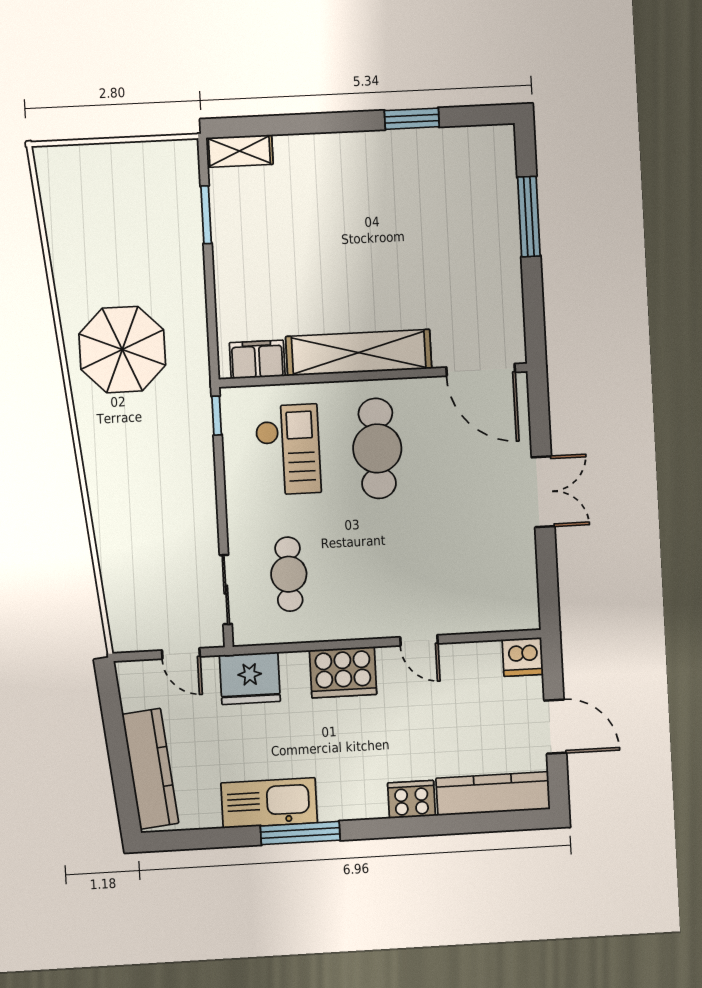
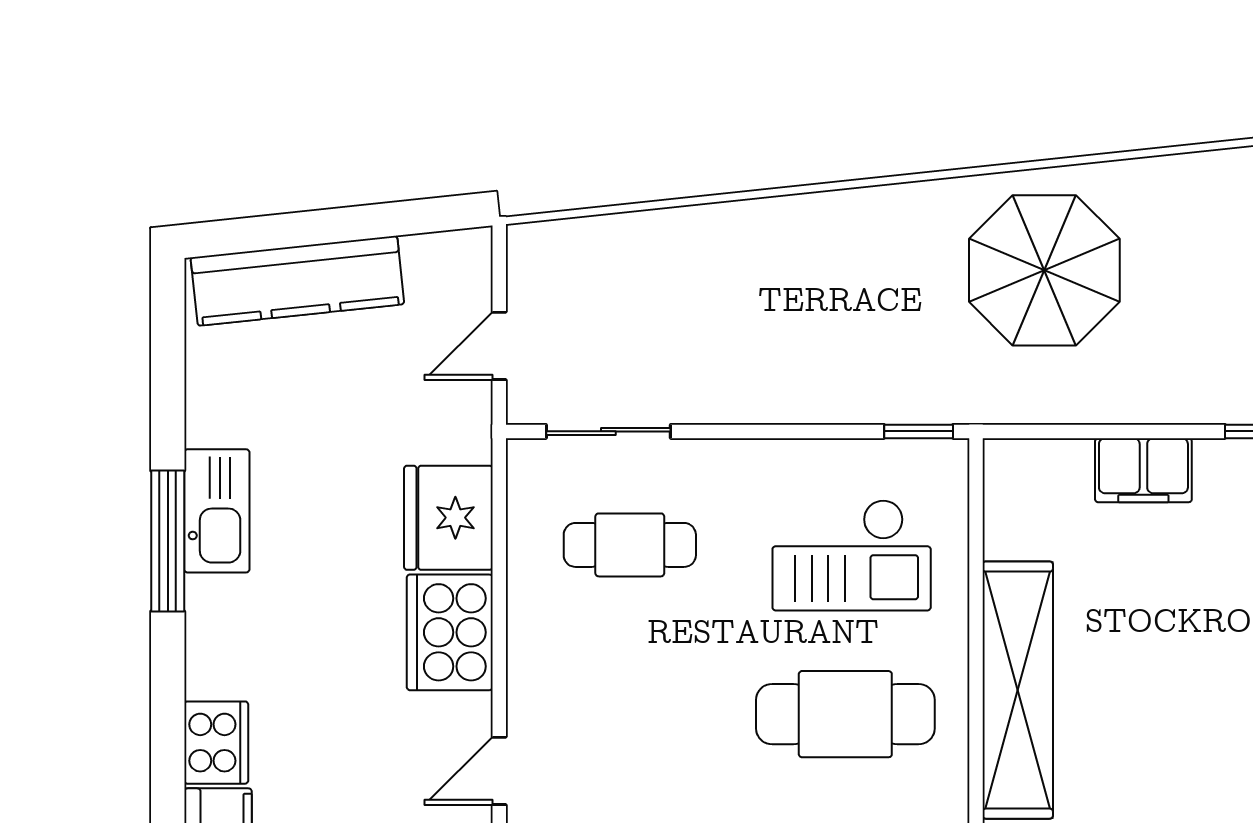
filing cabinet: (257, 359) -> (1143, 470), moved, turned 90
fridge: (250, 678) -> (448, 518), moved
kitchen sink: (269, 803) -> (217, 511), width x0.73, depth x0.81

